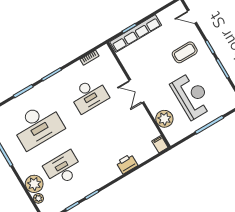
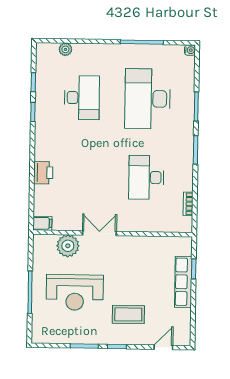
row of seats: (136, 33) -> (183, 282), width x0.73
coffee table: (185, 52) -> (128, 314), turned 90
double door: (136, 91) -> (99, 233), moved
plant: (34, 184) -> (85, 55), removed

